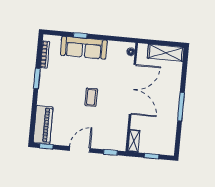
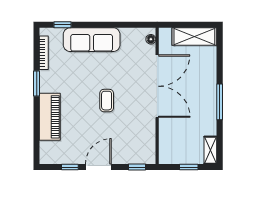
window: (80, 35) -> (63, 25), moved
piano: (43, 125) -> (50, 117), moved
shelving: (134, 141) -> (210, 150), moved
window: (46, 146) -> (70, 167), moved

